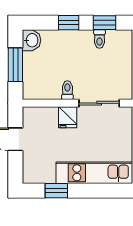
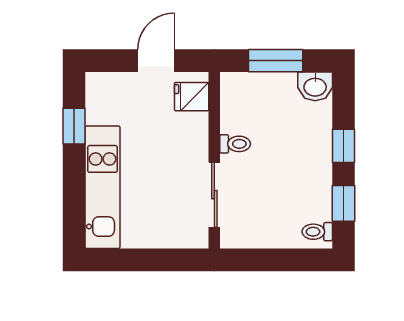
toilet: (99, 39) -> (317, 232), moved
fridge: (68, 117) -> (192, 97), moved

